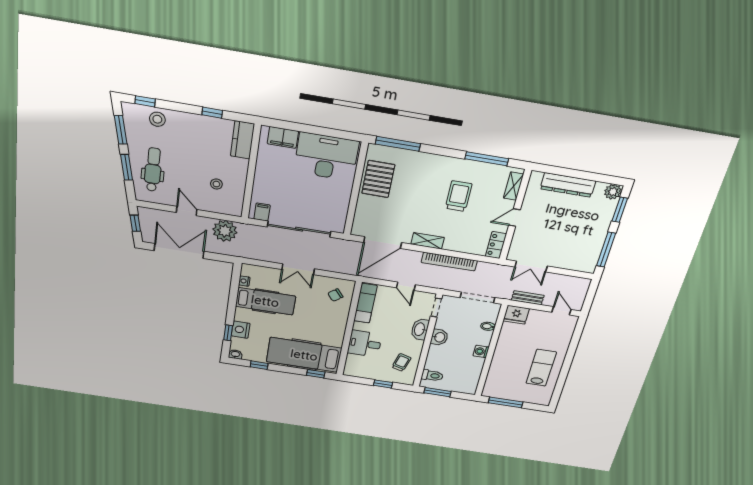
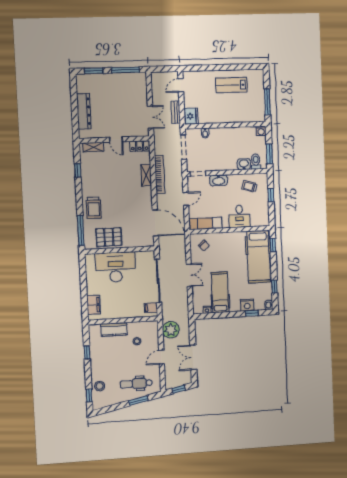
window: (121, 130) -> (113, 408), removed
kitchen counter: (242, 140) -> (114, 329), moved
desk: (326, 157) -> (116, 267), moved, turned 90
window: (487, 159) -> (78, 170), width x0.46
plant: (613, 192) -> (82, 80), removed
trolley: (459, 196) -> (94, 208), moved, turned -90
shelving: (428, 241) -> (146, 175), moved
double door: (179, 251) -> (193, 357), width x0.73
washbasin: (439, 337) -> (244, 164), moved
washing machine: (481, 351) -> (261, 131), moved

